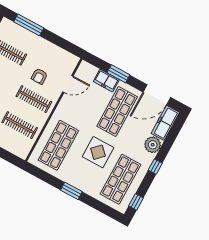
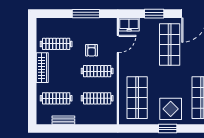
window: (29, 25) -> (86, 14), moved
freezer: (106, 81) -> (129, 24), moved
display table: (98, 152) -> (171, 109), moved

